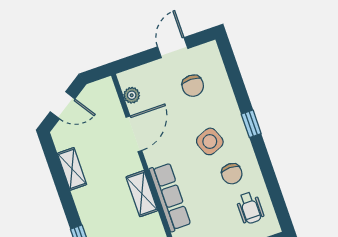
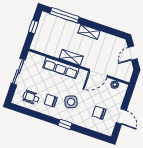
door: (134, 134) -> (98, 73), hinge flipped
shelving: (72, 169) -> (89, 32), moved

